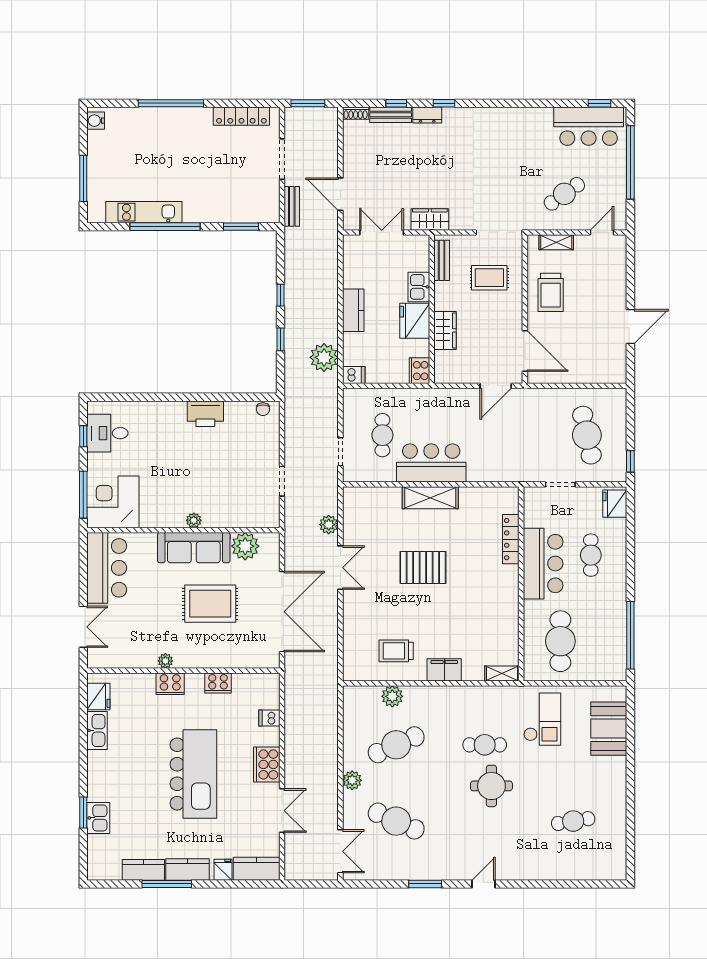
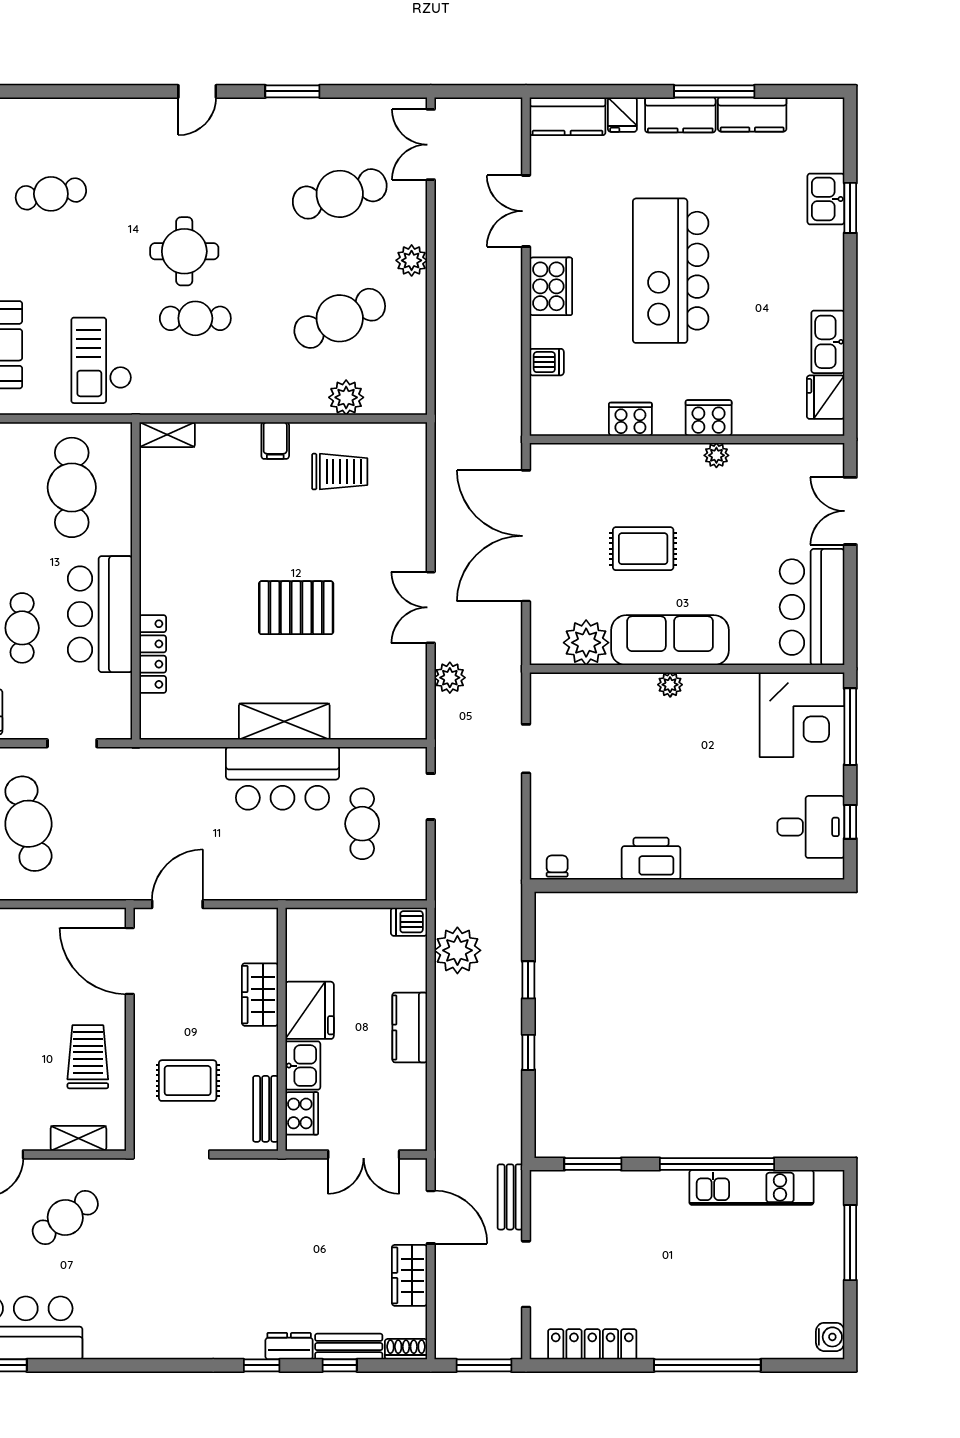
wardrobe: (430, 219) -> (409, 1275), moved, turned 90
cooker: (419, 371) -> (302, 1113), moved
rug: (210, 604) -> (643, 549), width x0.73, depth x0.70
filing cabinet: (444, 670) -> (275, 441), width x0.50
cafe table: (396, 821) -> (340, 194), turned -39

